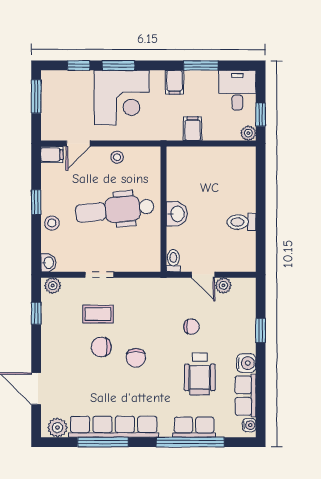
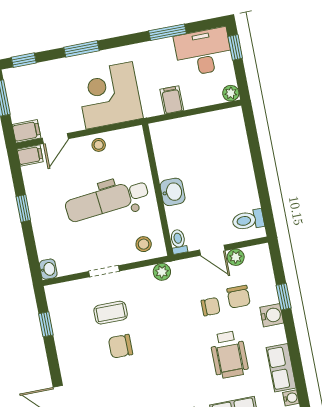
window: (79, 65) -> (24, 60), moved
filing cabinet: (175, 82) -> (26, 131), moved, turned -90
desk: (237, 90) -> (203, 52), width x1.37
corner desk: (122, 98) -> (109, 95), moved, turned 180
window: (261, 115) -> (235, 47), moved
toilet: (241, 222) -> (248, 220), moved
stool: (52, 223) -> (144, 244), moved
plant: (53, 286) -> (162, 272), moved
chair: (136, 358) -> (239, 297), moved
water cooler: (246, 363) -> (272, 315), moved

